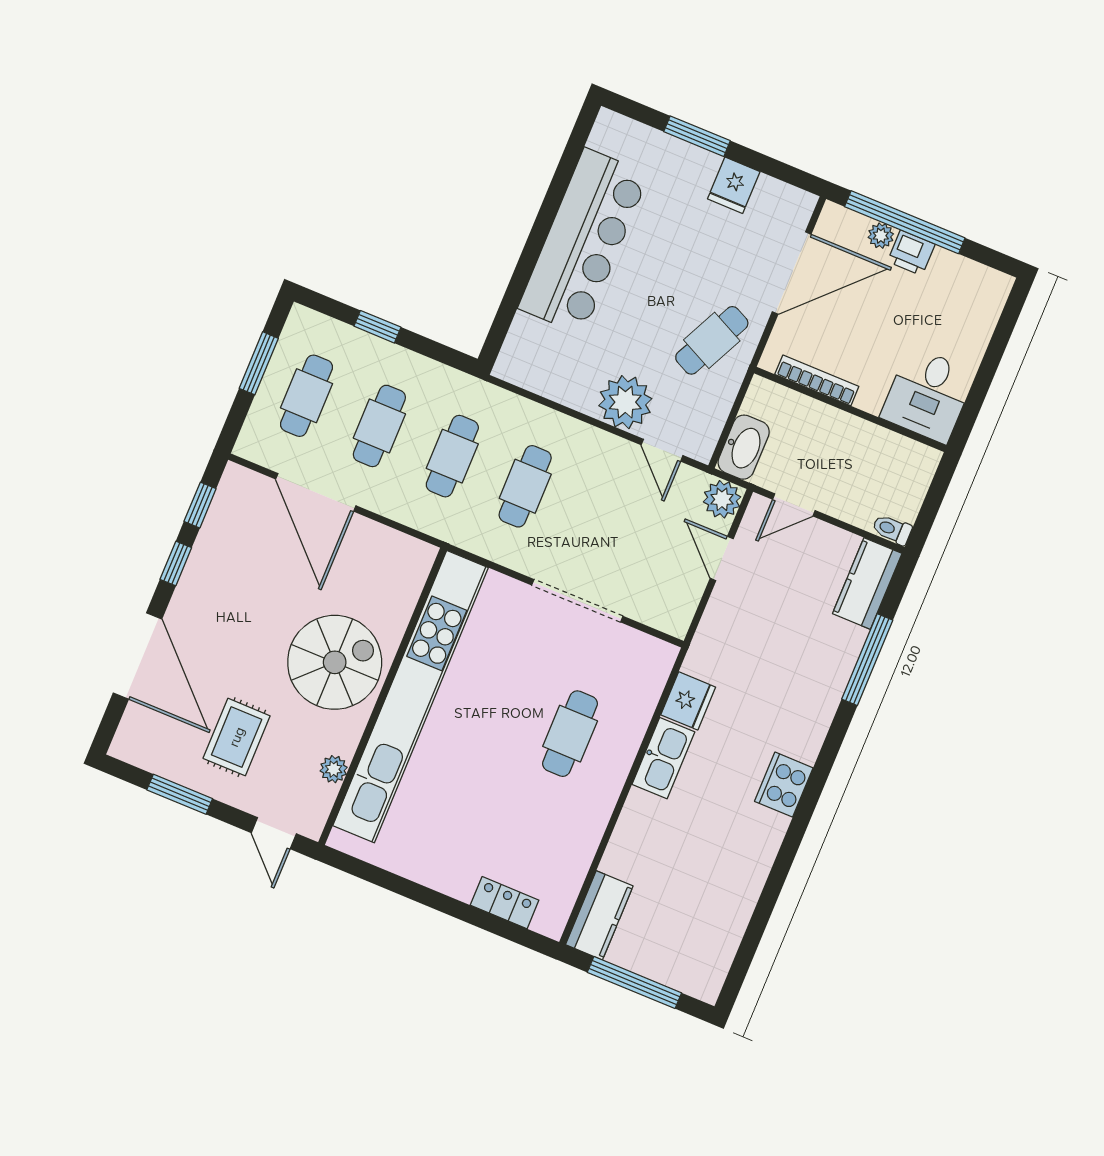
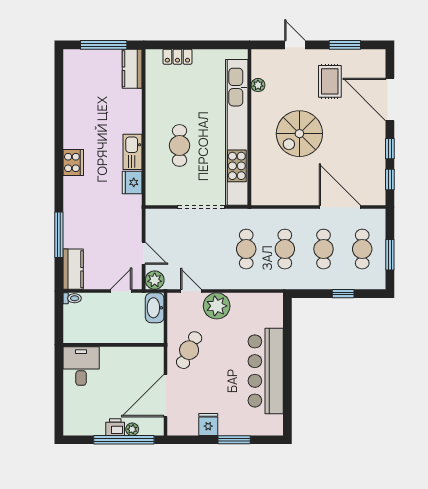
bookcase: (817, 380) -> (134, 352), removed
wall: (383, 696) -> (250, 127), moved
kitchen unit: (411, 697) -> (237, 132), moved
plant: (334, 769) -> (258, 85), moved

